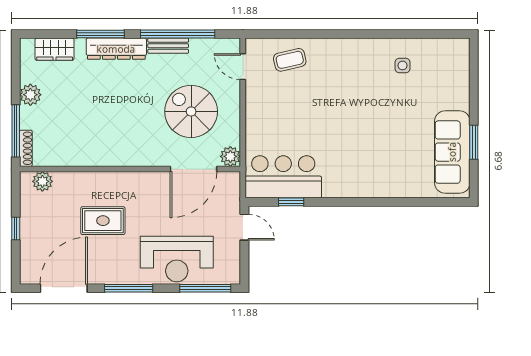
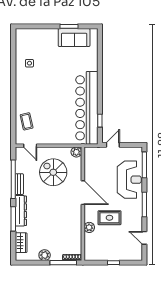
door: (243, 67) -> (30, 146), hinge flipped
spiral stairs: (191, 111) -> (53, 172), turned 90
sofa: (452, 152) -> (74, 38), width x0.73
door: (193, 169) -> (83, 193), moved
bar counter: (283, 177) -> (87, 108), width x1.86
plant: (42, 181) -> (89, 227), moved
rug: (103, 221) -> (109, 218), turned 90
door: (64, 288) -> (144, 238), width x0.53

